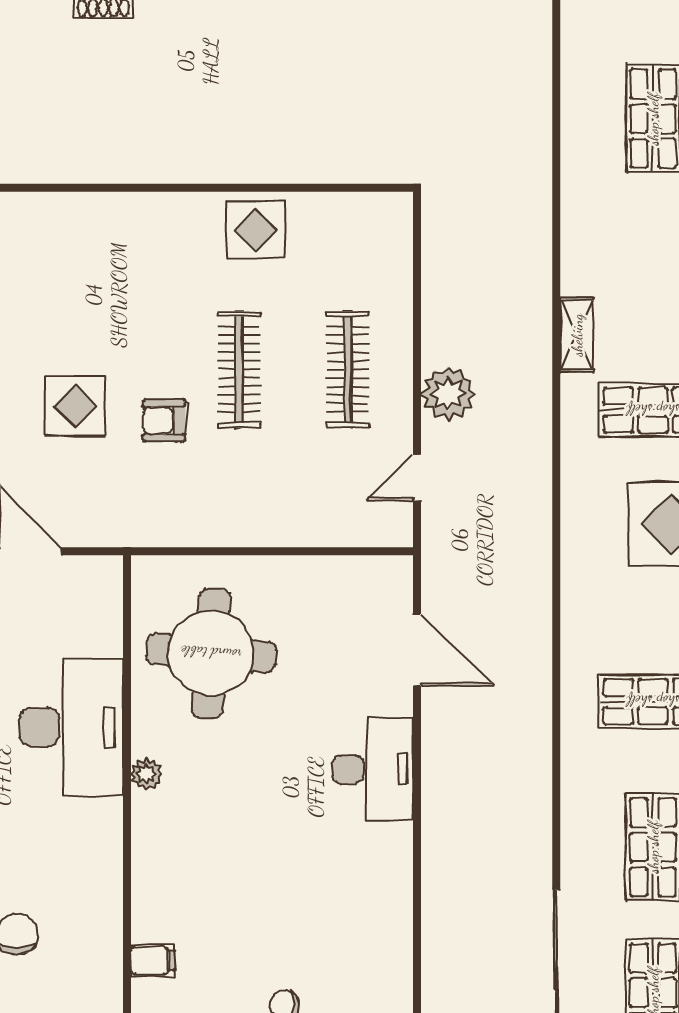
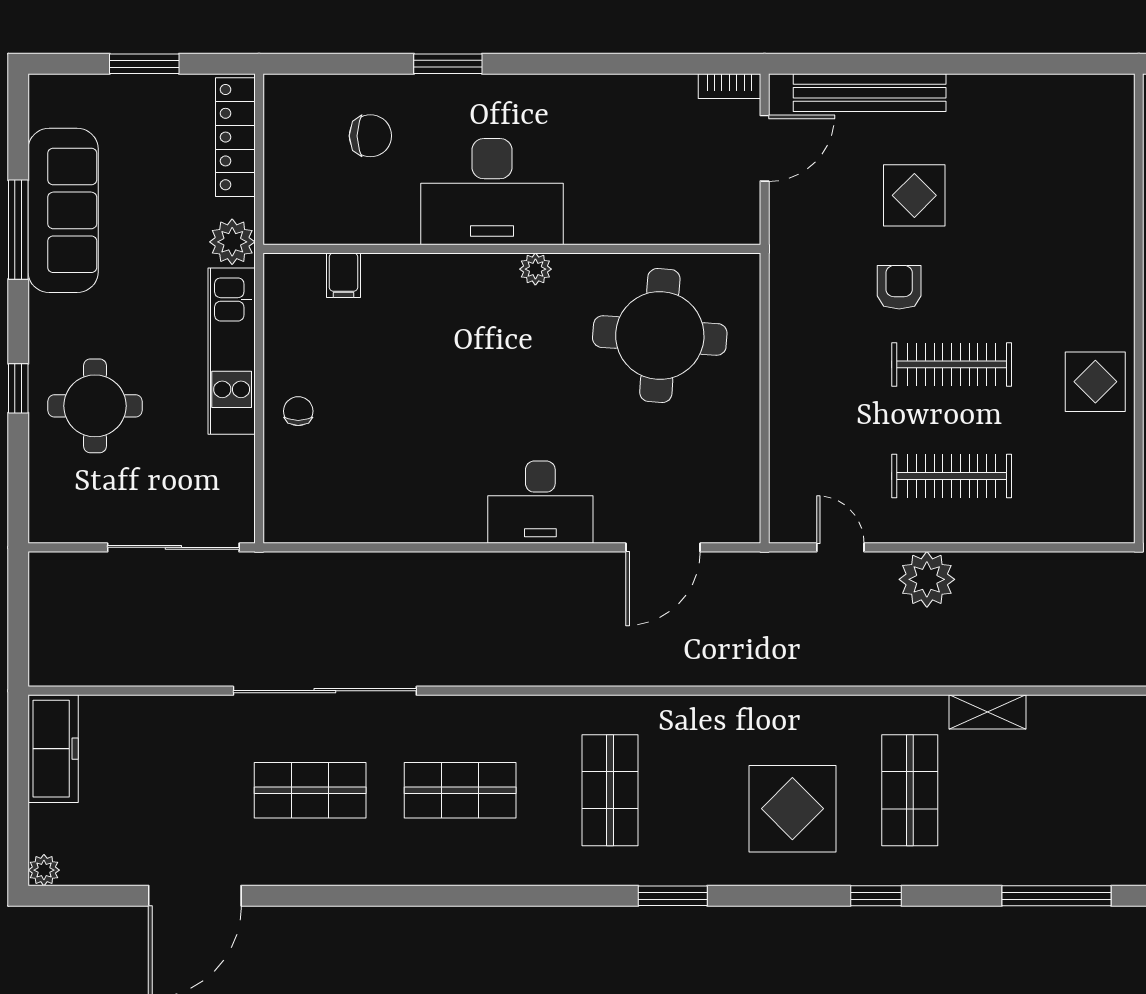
desk: (71, 727) -> (492, 192), moved

